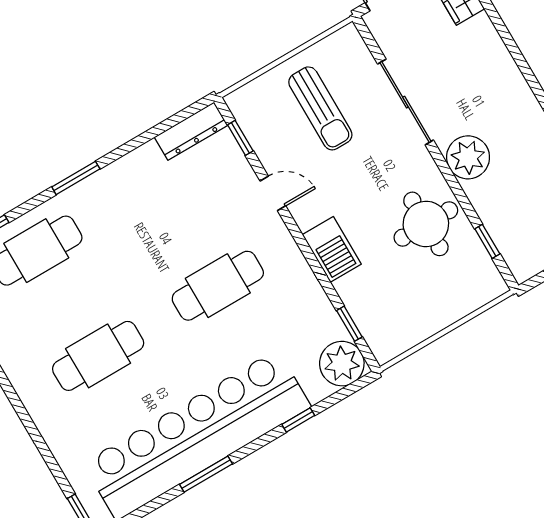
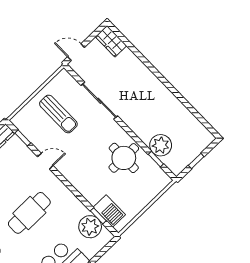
plant: (468, 157) -> (161, 145), moved
barbecue: (332, 249) -> (109, 211), moved
plant: (342, 364) -> (90, 227), moved

